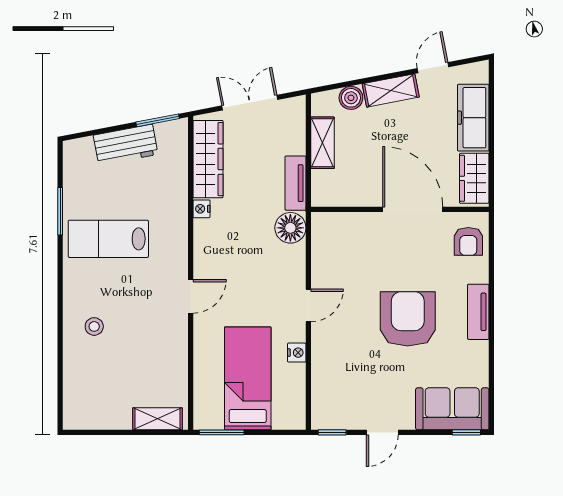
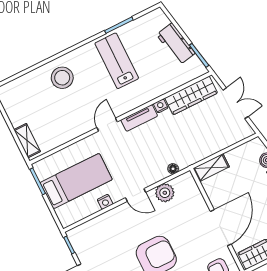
shelving: (322, 143) -> (211, 168), moved
tv unit: (295, 183) -> (139, 118), moved, turned 180
floor lamp: (290, 228) -> (173, 169), width x0.53, depth x0.53
plant: (325, 263) -> (165, 193), added
door: (191, 296) -> (107, 125), swing flipped
stool: (94, 326) -> (62, 78), width x1.89, depth x1.89

